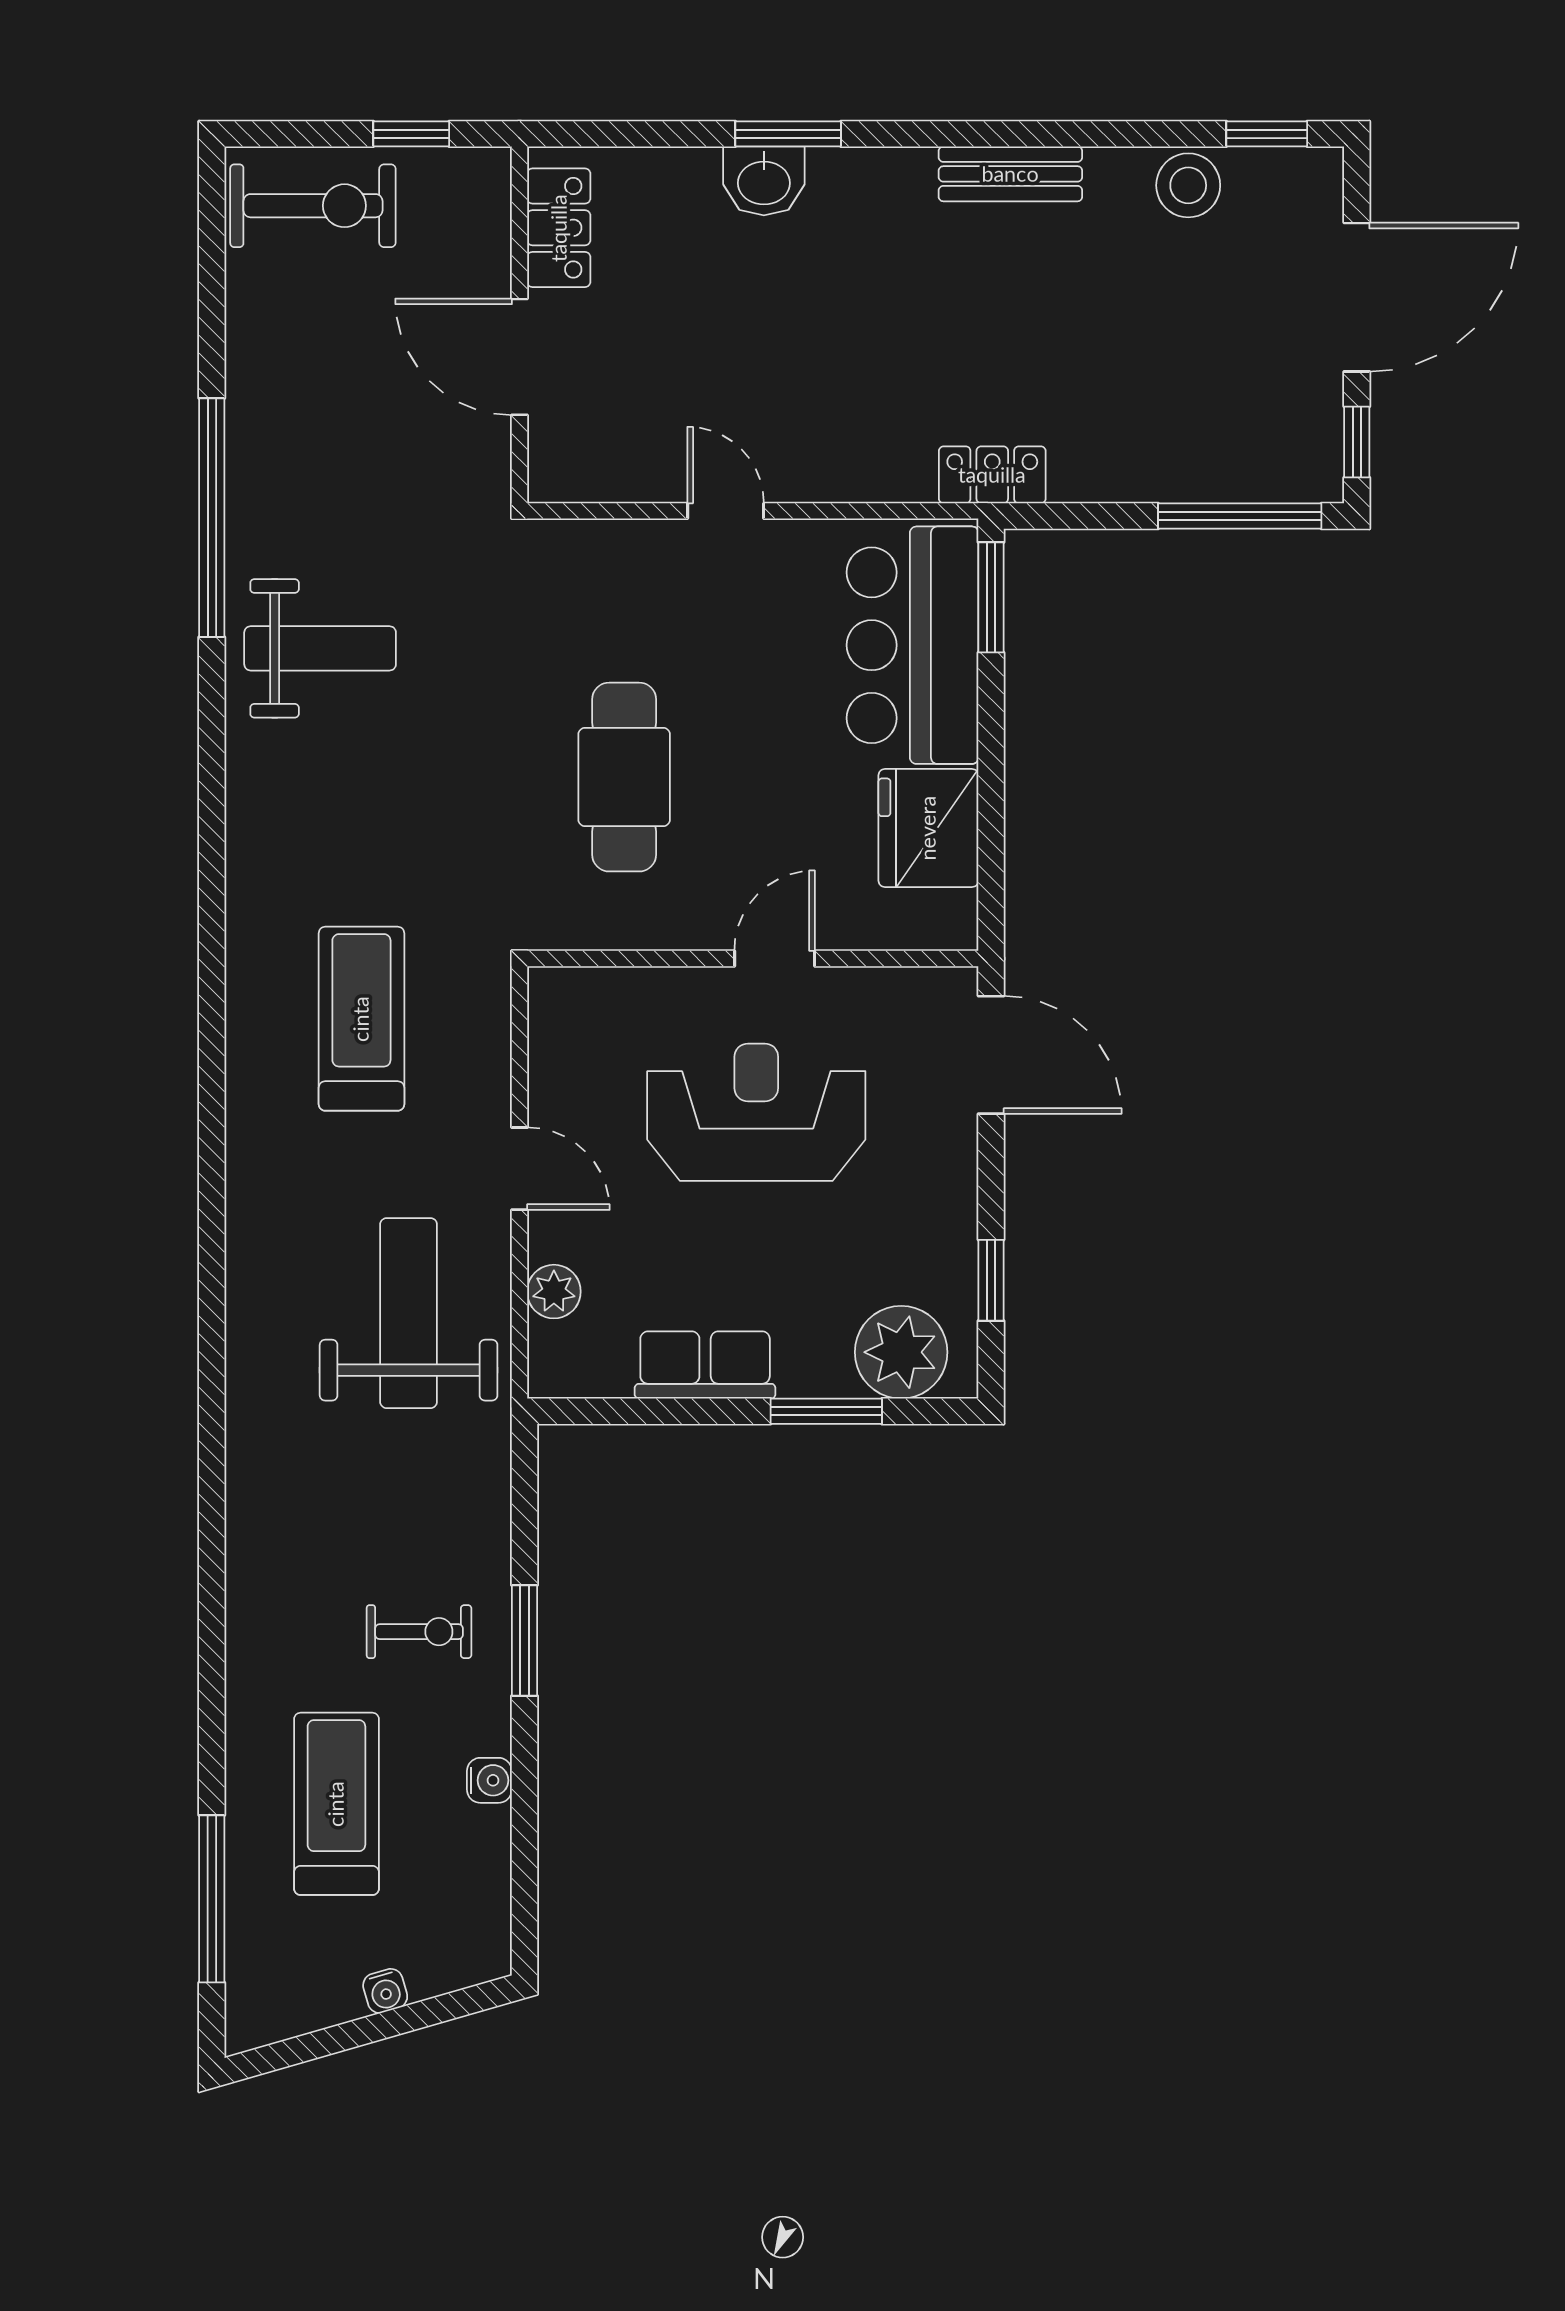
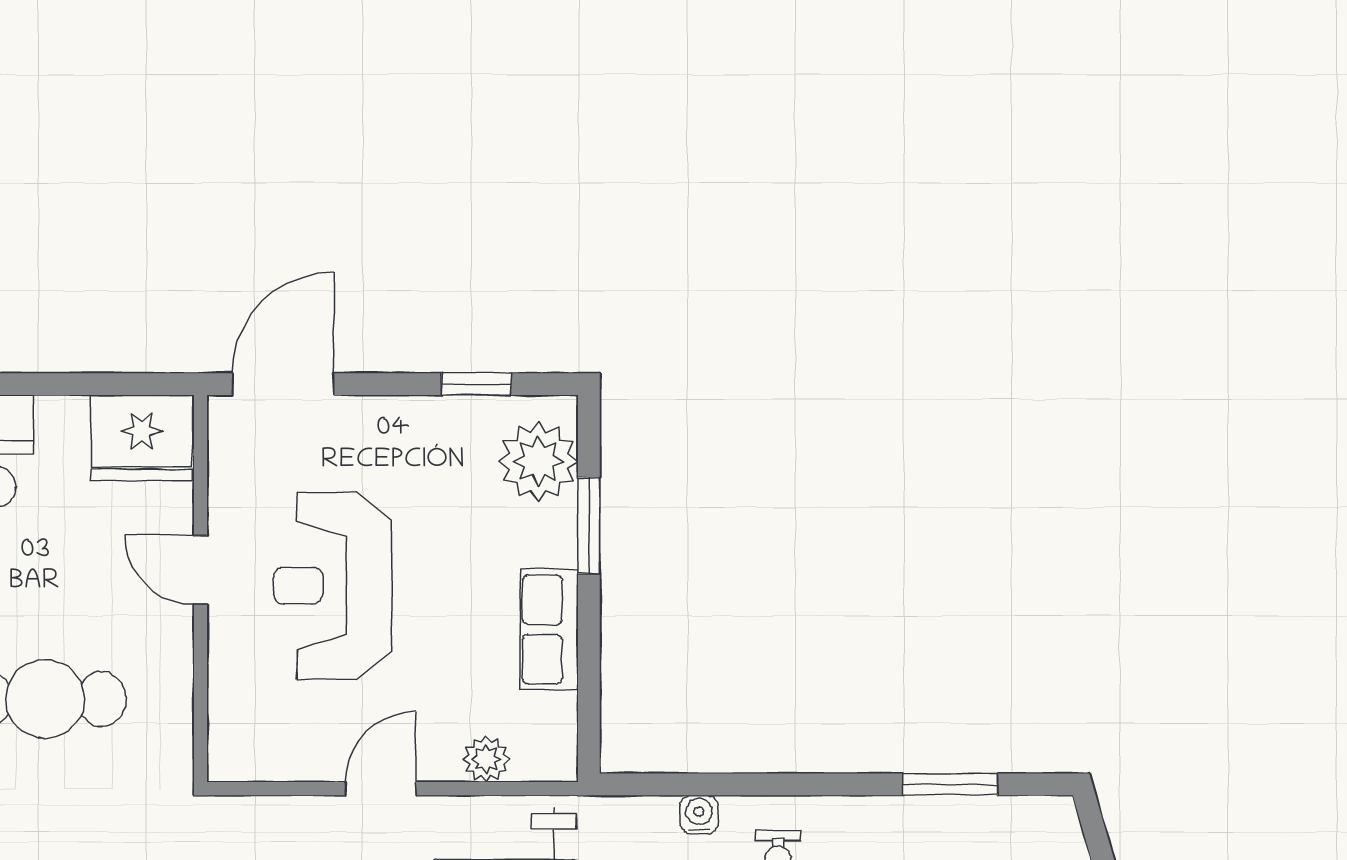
fridge: (928, 828) -> (142, 438), moved
window: (525, 1641) -> (950, 784), moved
water cooler: (489, 1780) -> (699, 814), moved

